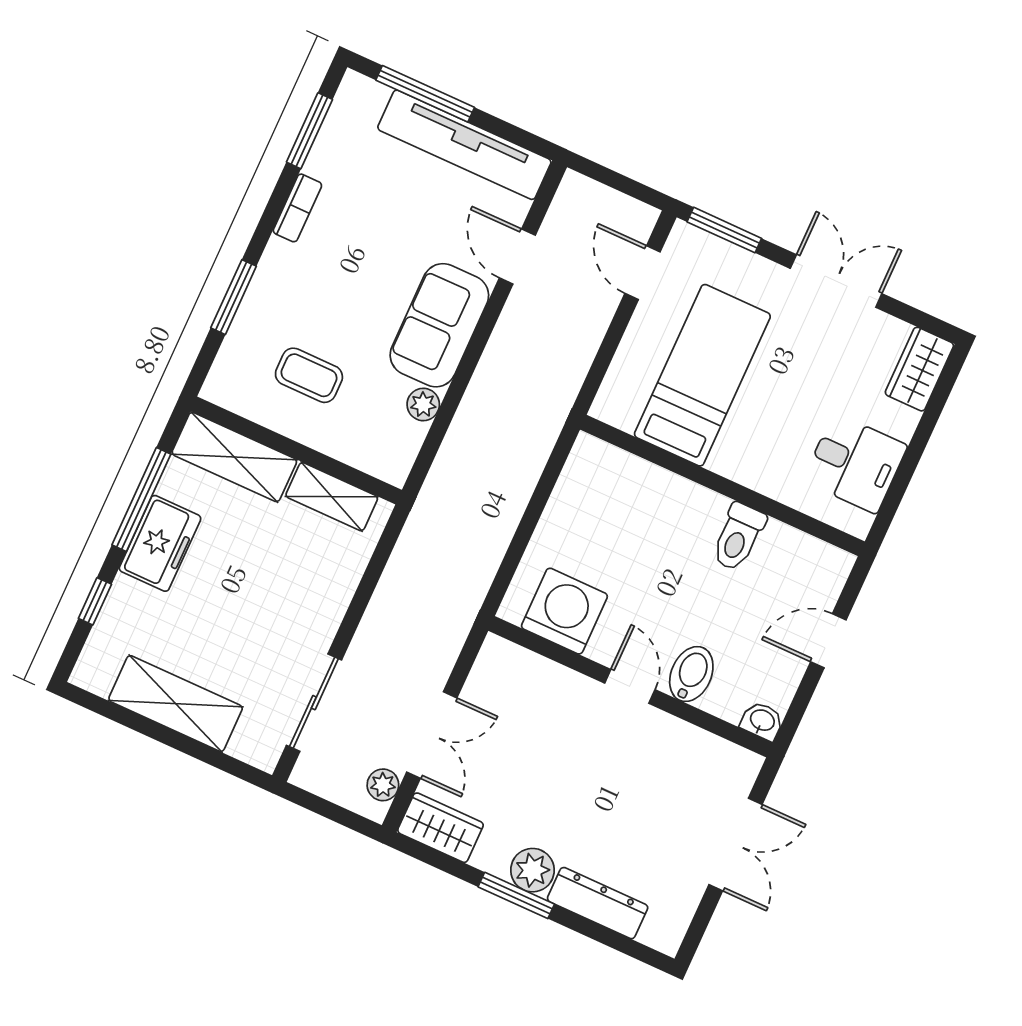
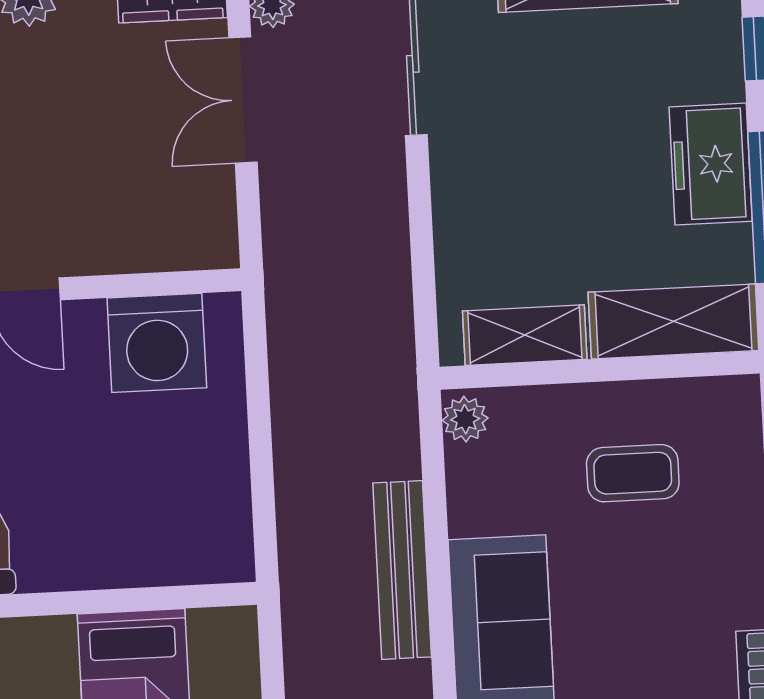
bench: (485, 390) -> (402, 570), added
plant: (423, 404) -> (465, 419), moved

